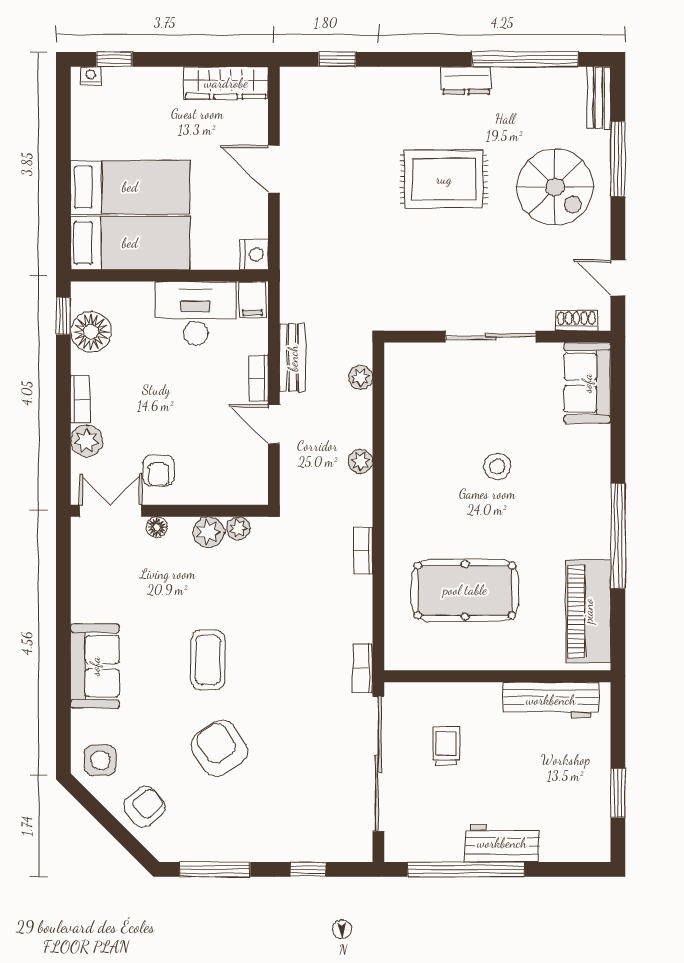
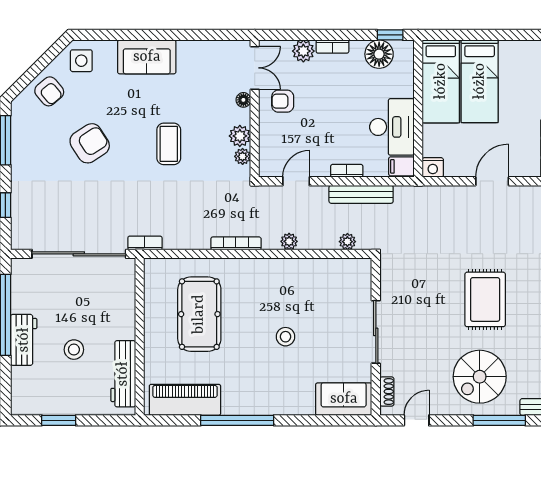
bench: (293, 358) -> (361, 194), width x1.36
door: (274, 424) -> (296, 181), moved
bookcase: (363, 551) -> (236, 243), width x1.56
coffee table: (208, 660) -> (169, 144), moved, turned 90
trolley: (446, 746) -> (91, 301), removed
stool: (516, 771) -> (74, 350), added

